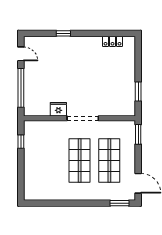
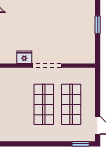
window: (138, 92) -> (98, 25), moved
window: (138, 134) -> (98, 80), removed

